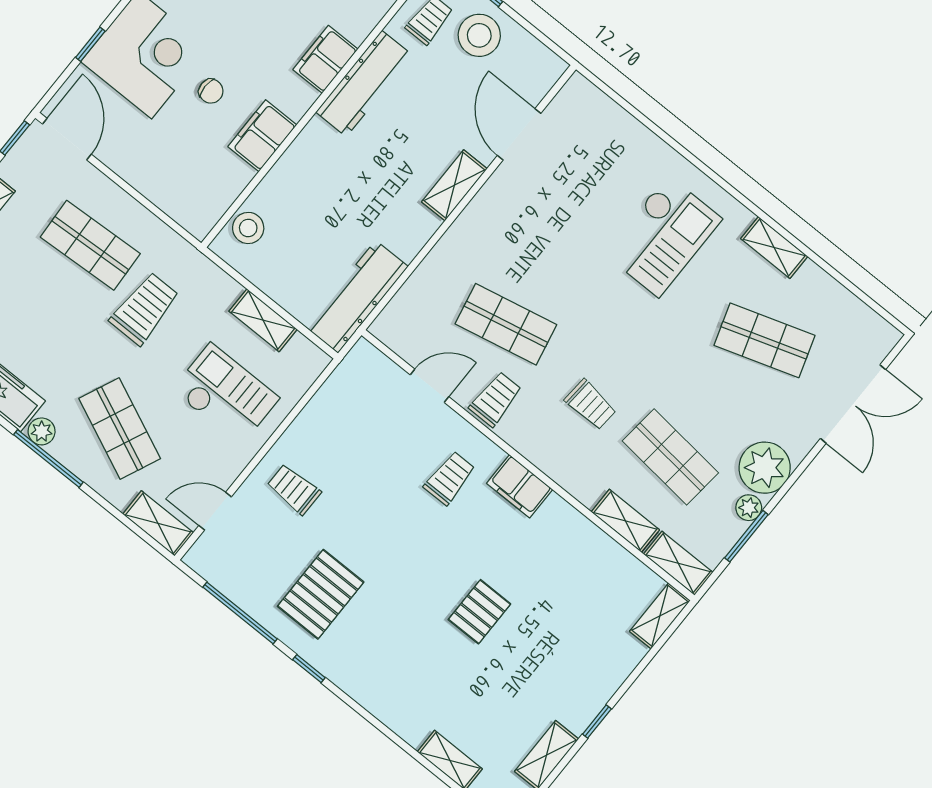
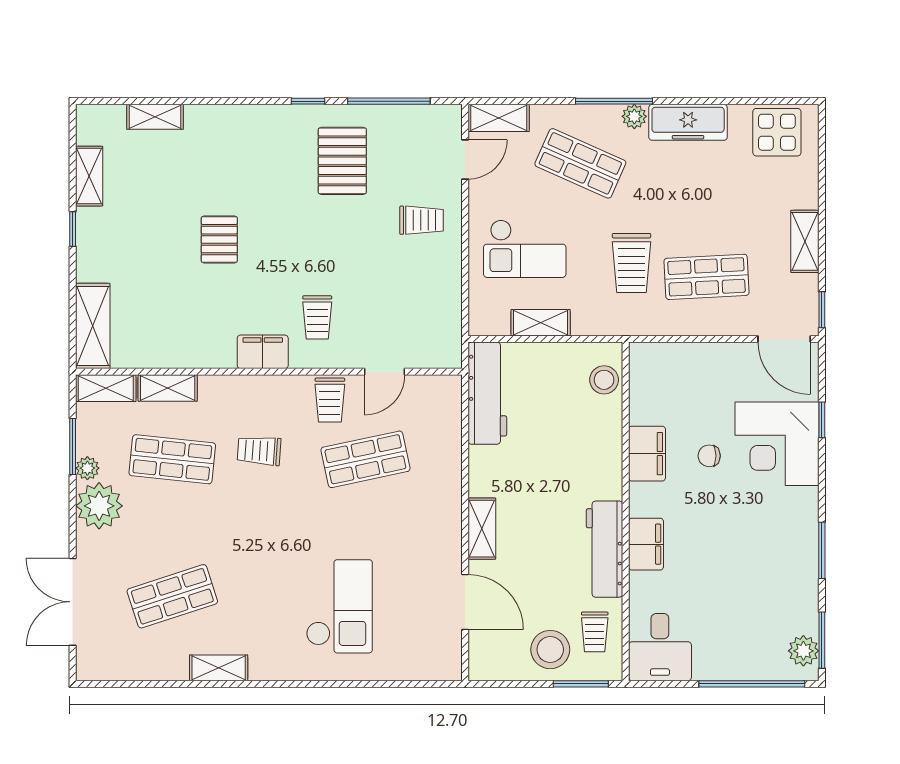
checkout: (663, 236) -> (339, 606), moved, turned 180
shelving: (660, 616) -> (93, 326), width x1.50, depth x1.33

